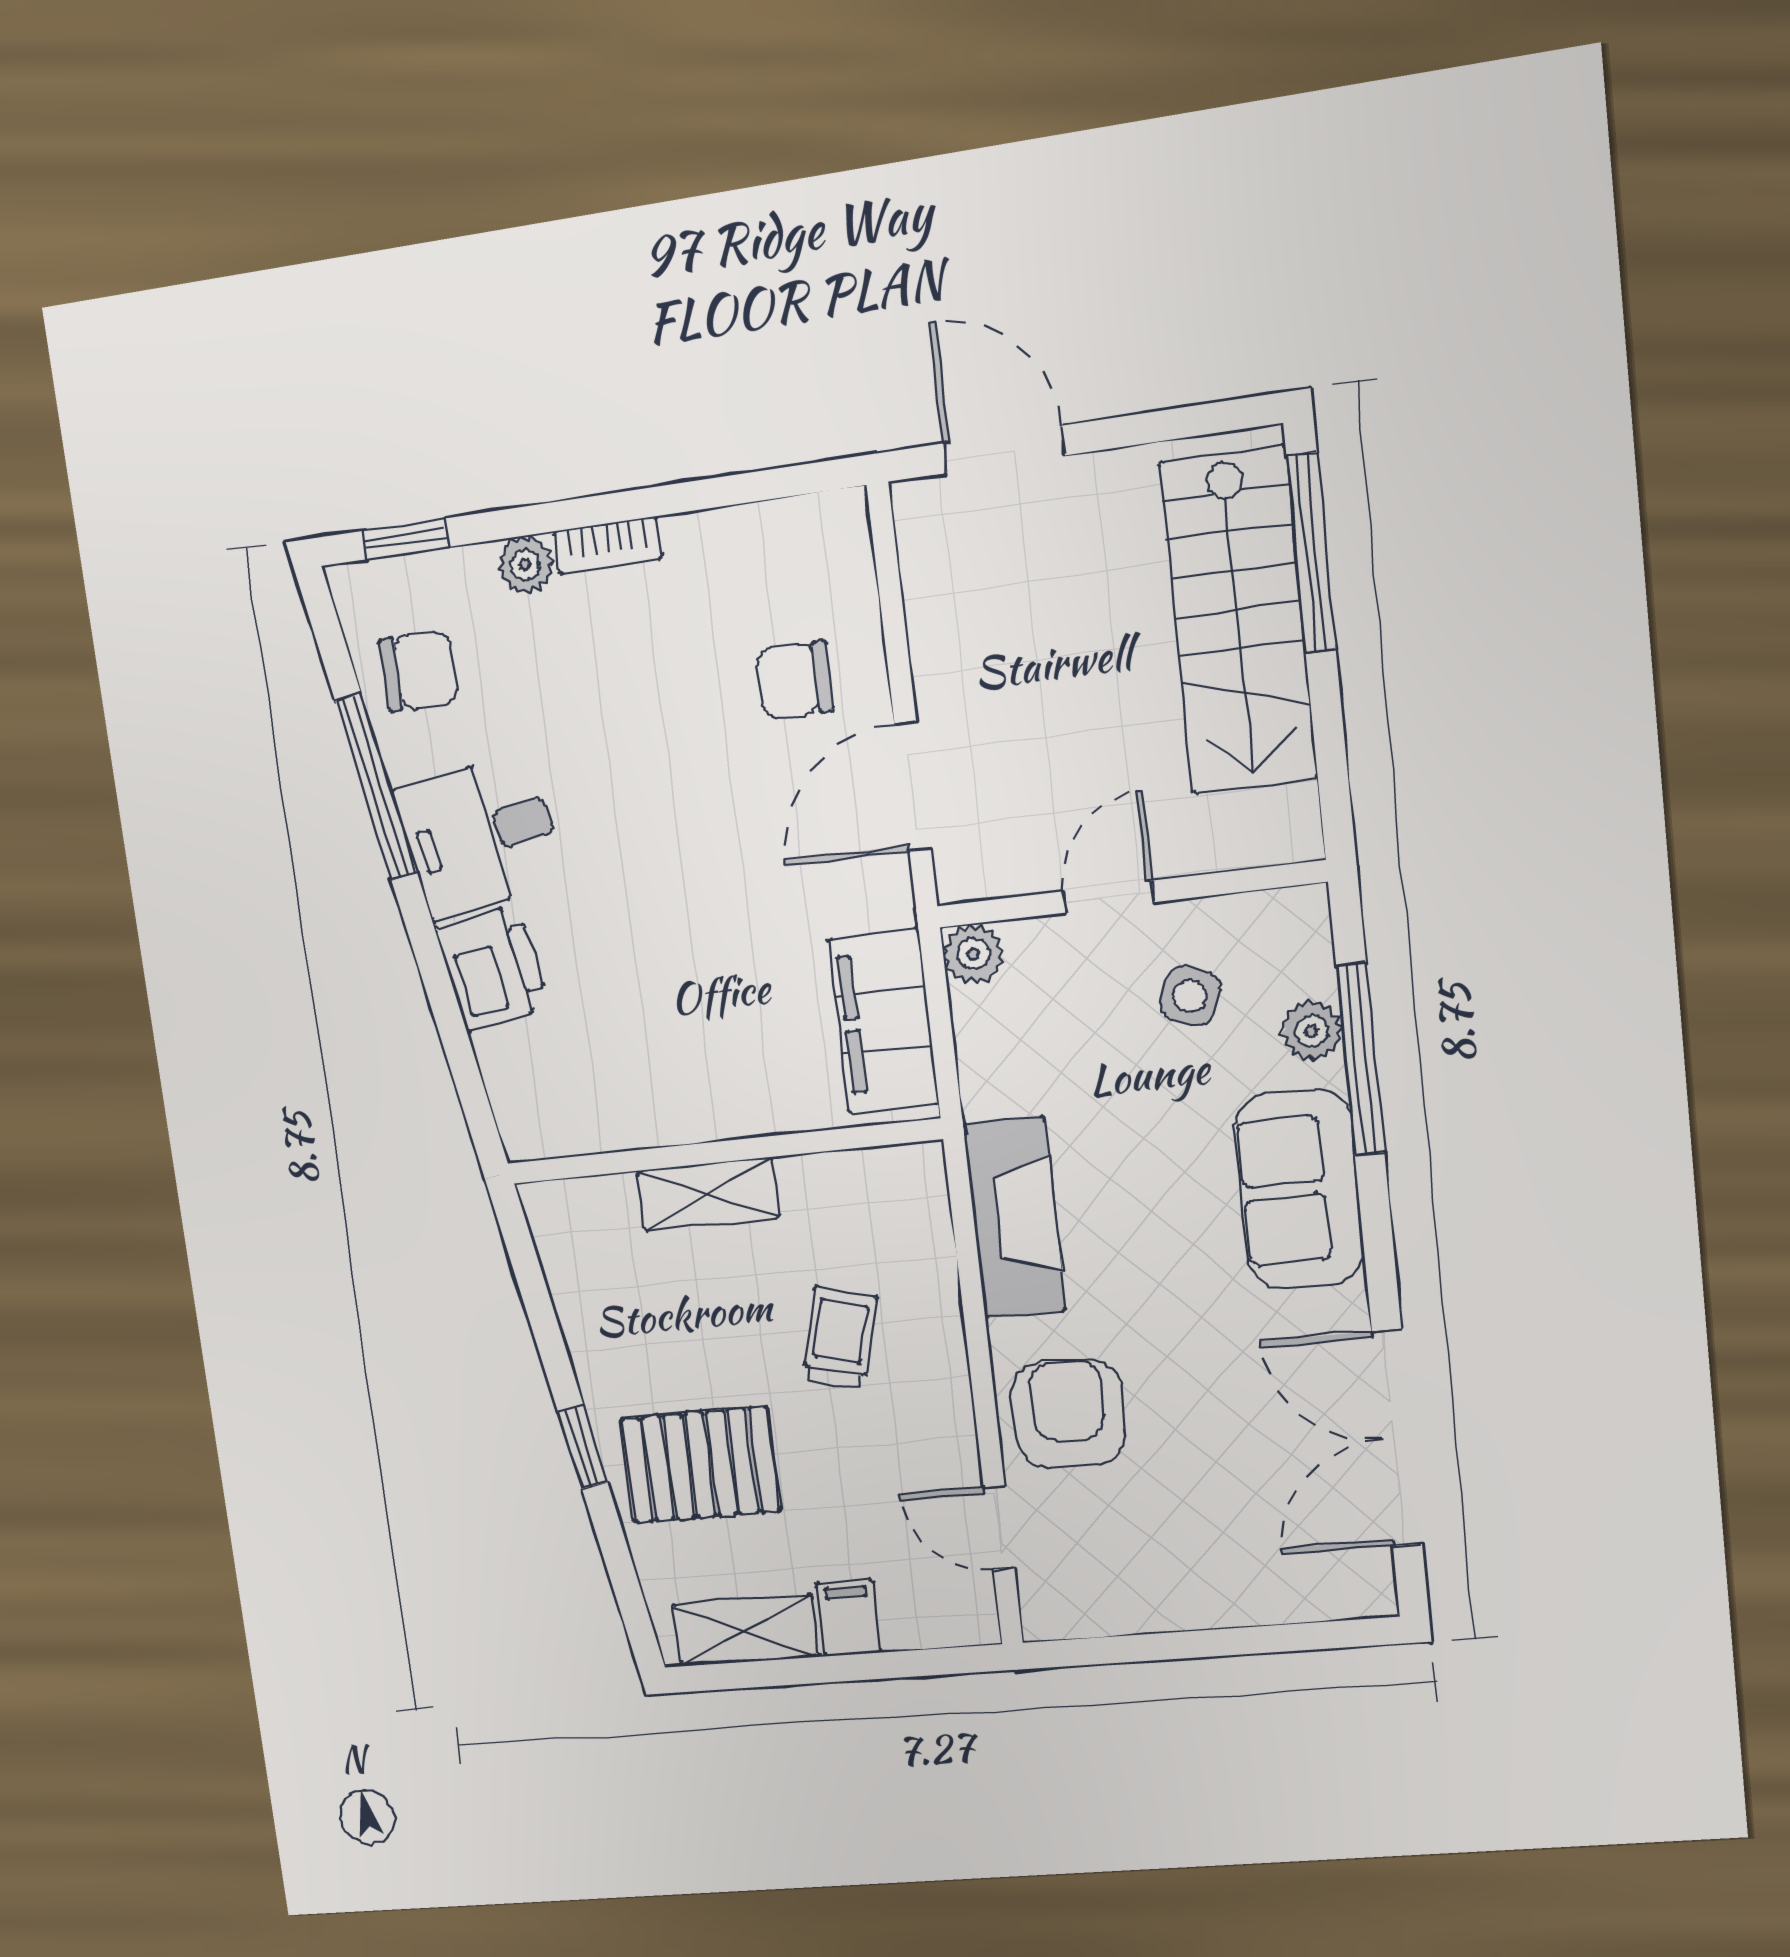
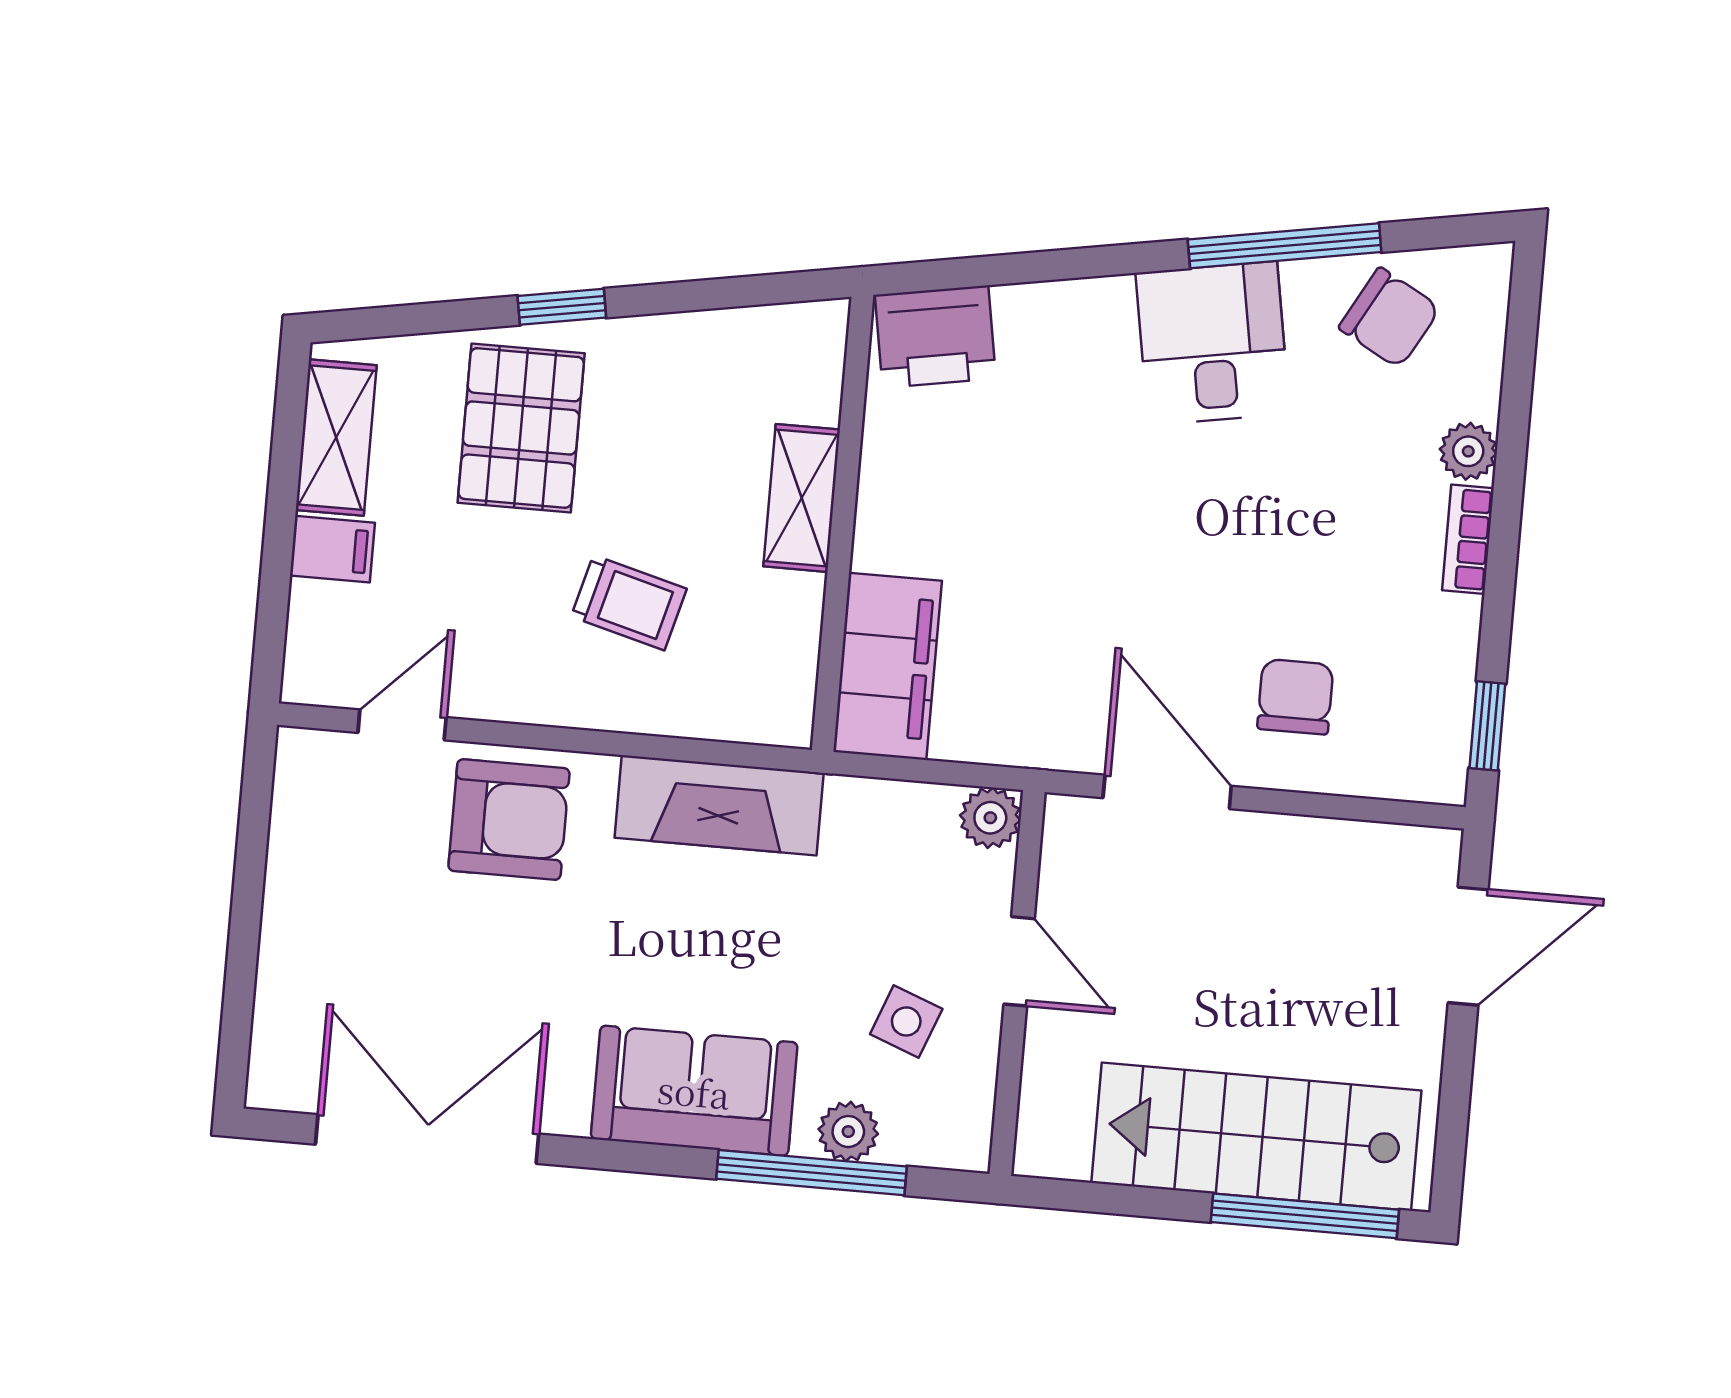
window: (406, 539) -> (1487, 726), moved
chair: (419, 671) -> (1389, 318), turned -61
printer: (492, 968) -> (935, 337), moved
filing cabinet: (883, 1021) -> (888, 666), moved, turned 90

